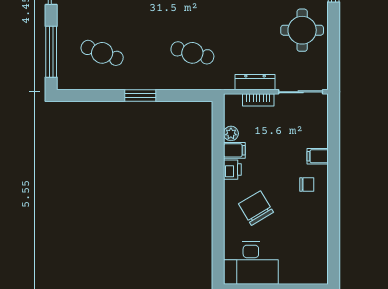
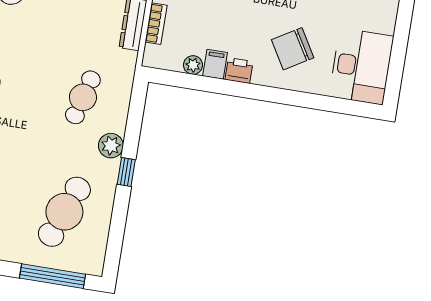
cafe table: (102, 53) -> (64, 212), width x1.37, depth x1.35
plant: (159, 80) -> (111, 146), added
window: (140, 95) -> (126, 172), width x0.67

